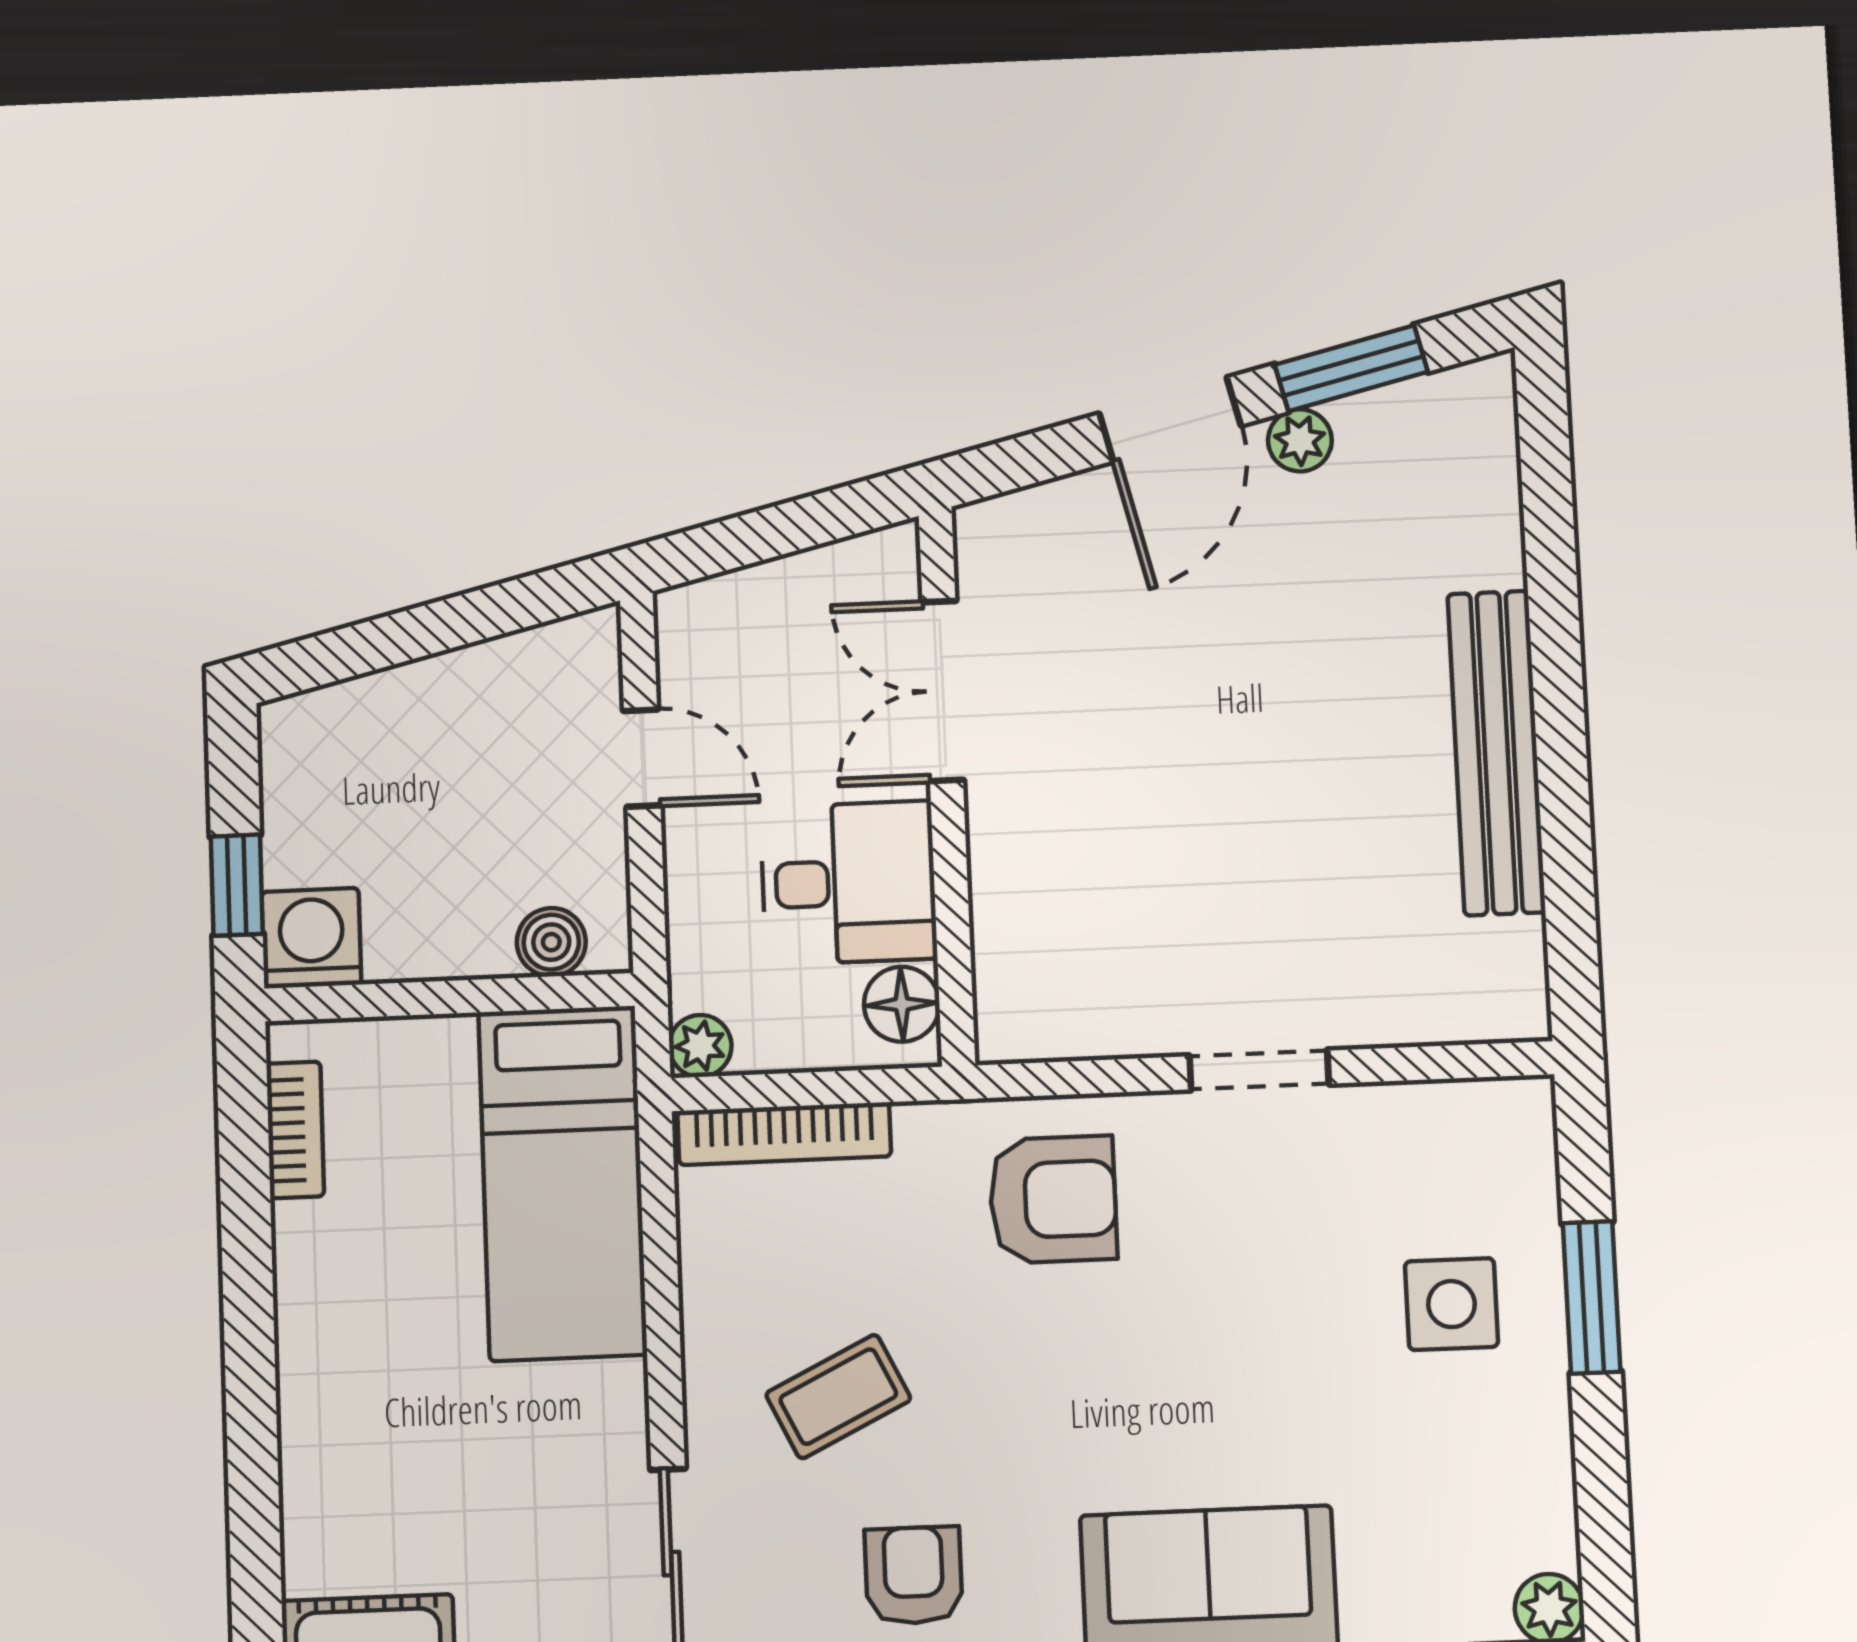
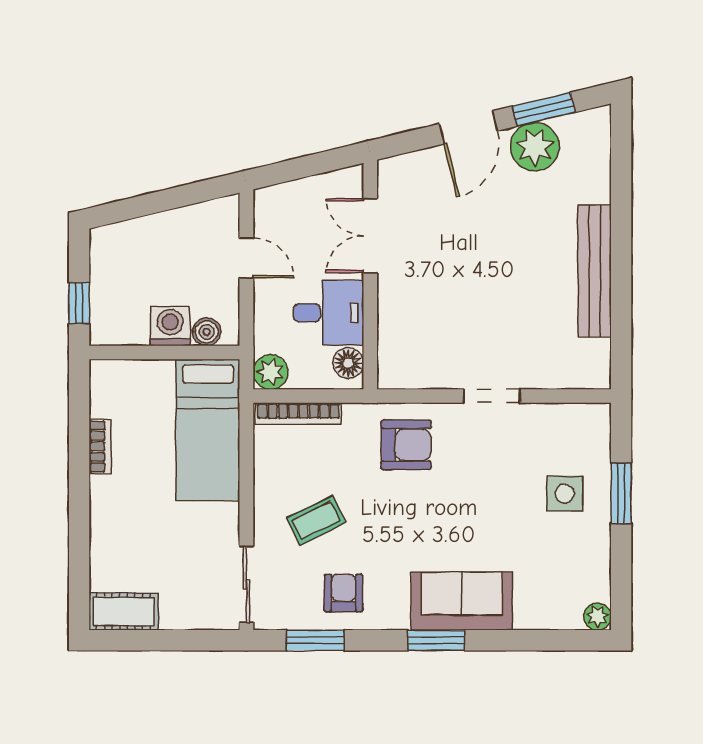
plant: (1300, 440) -> (535, 147), width x1.87, depth x1.87
washing machine: (311, 938) -> (170, 326), moved
plant: (700, 1046) -> (270, 372), width x1.38, depth x1.38
bookcase: (295, 1130) -> (100, 446), moved

